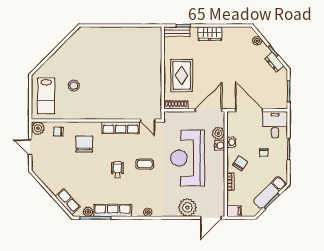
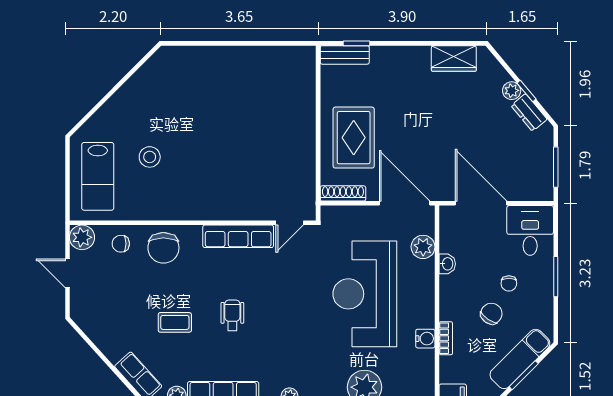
wardrobe: (210, 34) -> (454, 59), moved
plant: (257, 41) -> (512, 91), moved
door: (209, 110) -> (405, 203), hinge flipped
door: (148, 120) -> (290, 223), hinge flipped
chair: (84, 144) -> (163, 248), moved, turned 180
water cooler: (220, 145) -> (425, 339), moved
chair: (240, 163) -> (491, 314), moved
coffee table: (145, 164) -> (175, 322), moved

